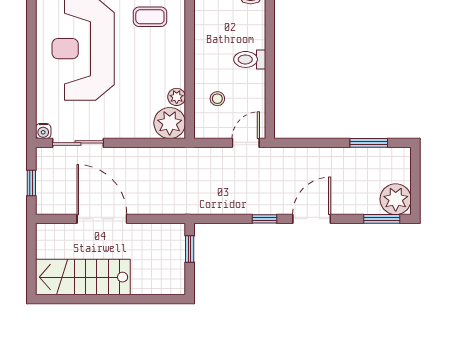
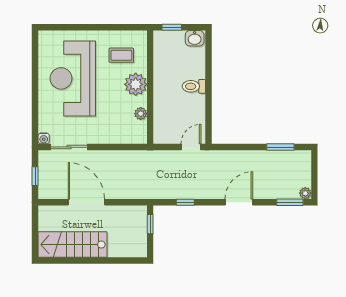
stool: (217, 99) -> (170, 115), removed
plant: (170, 123) -> (136, 84), moved
plant: (396, 199) -> (305, 193), width x0.53, depth x0.53
window: (265, 219) -> (185, 202), moved

